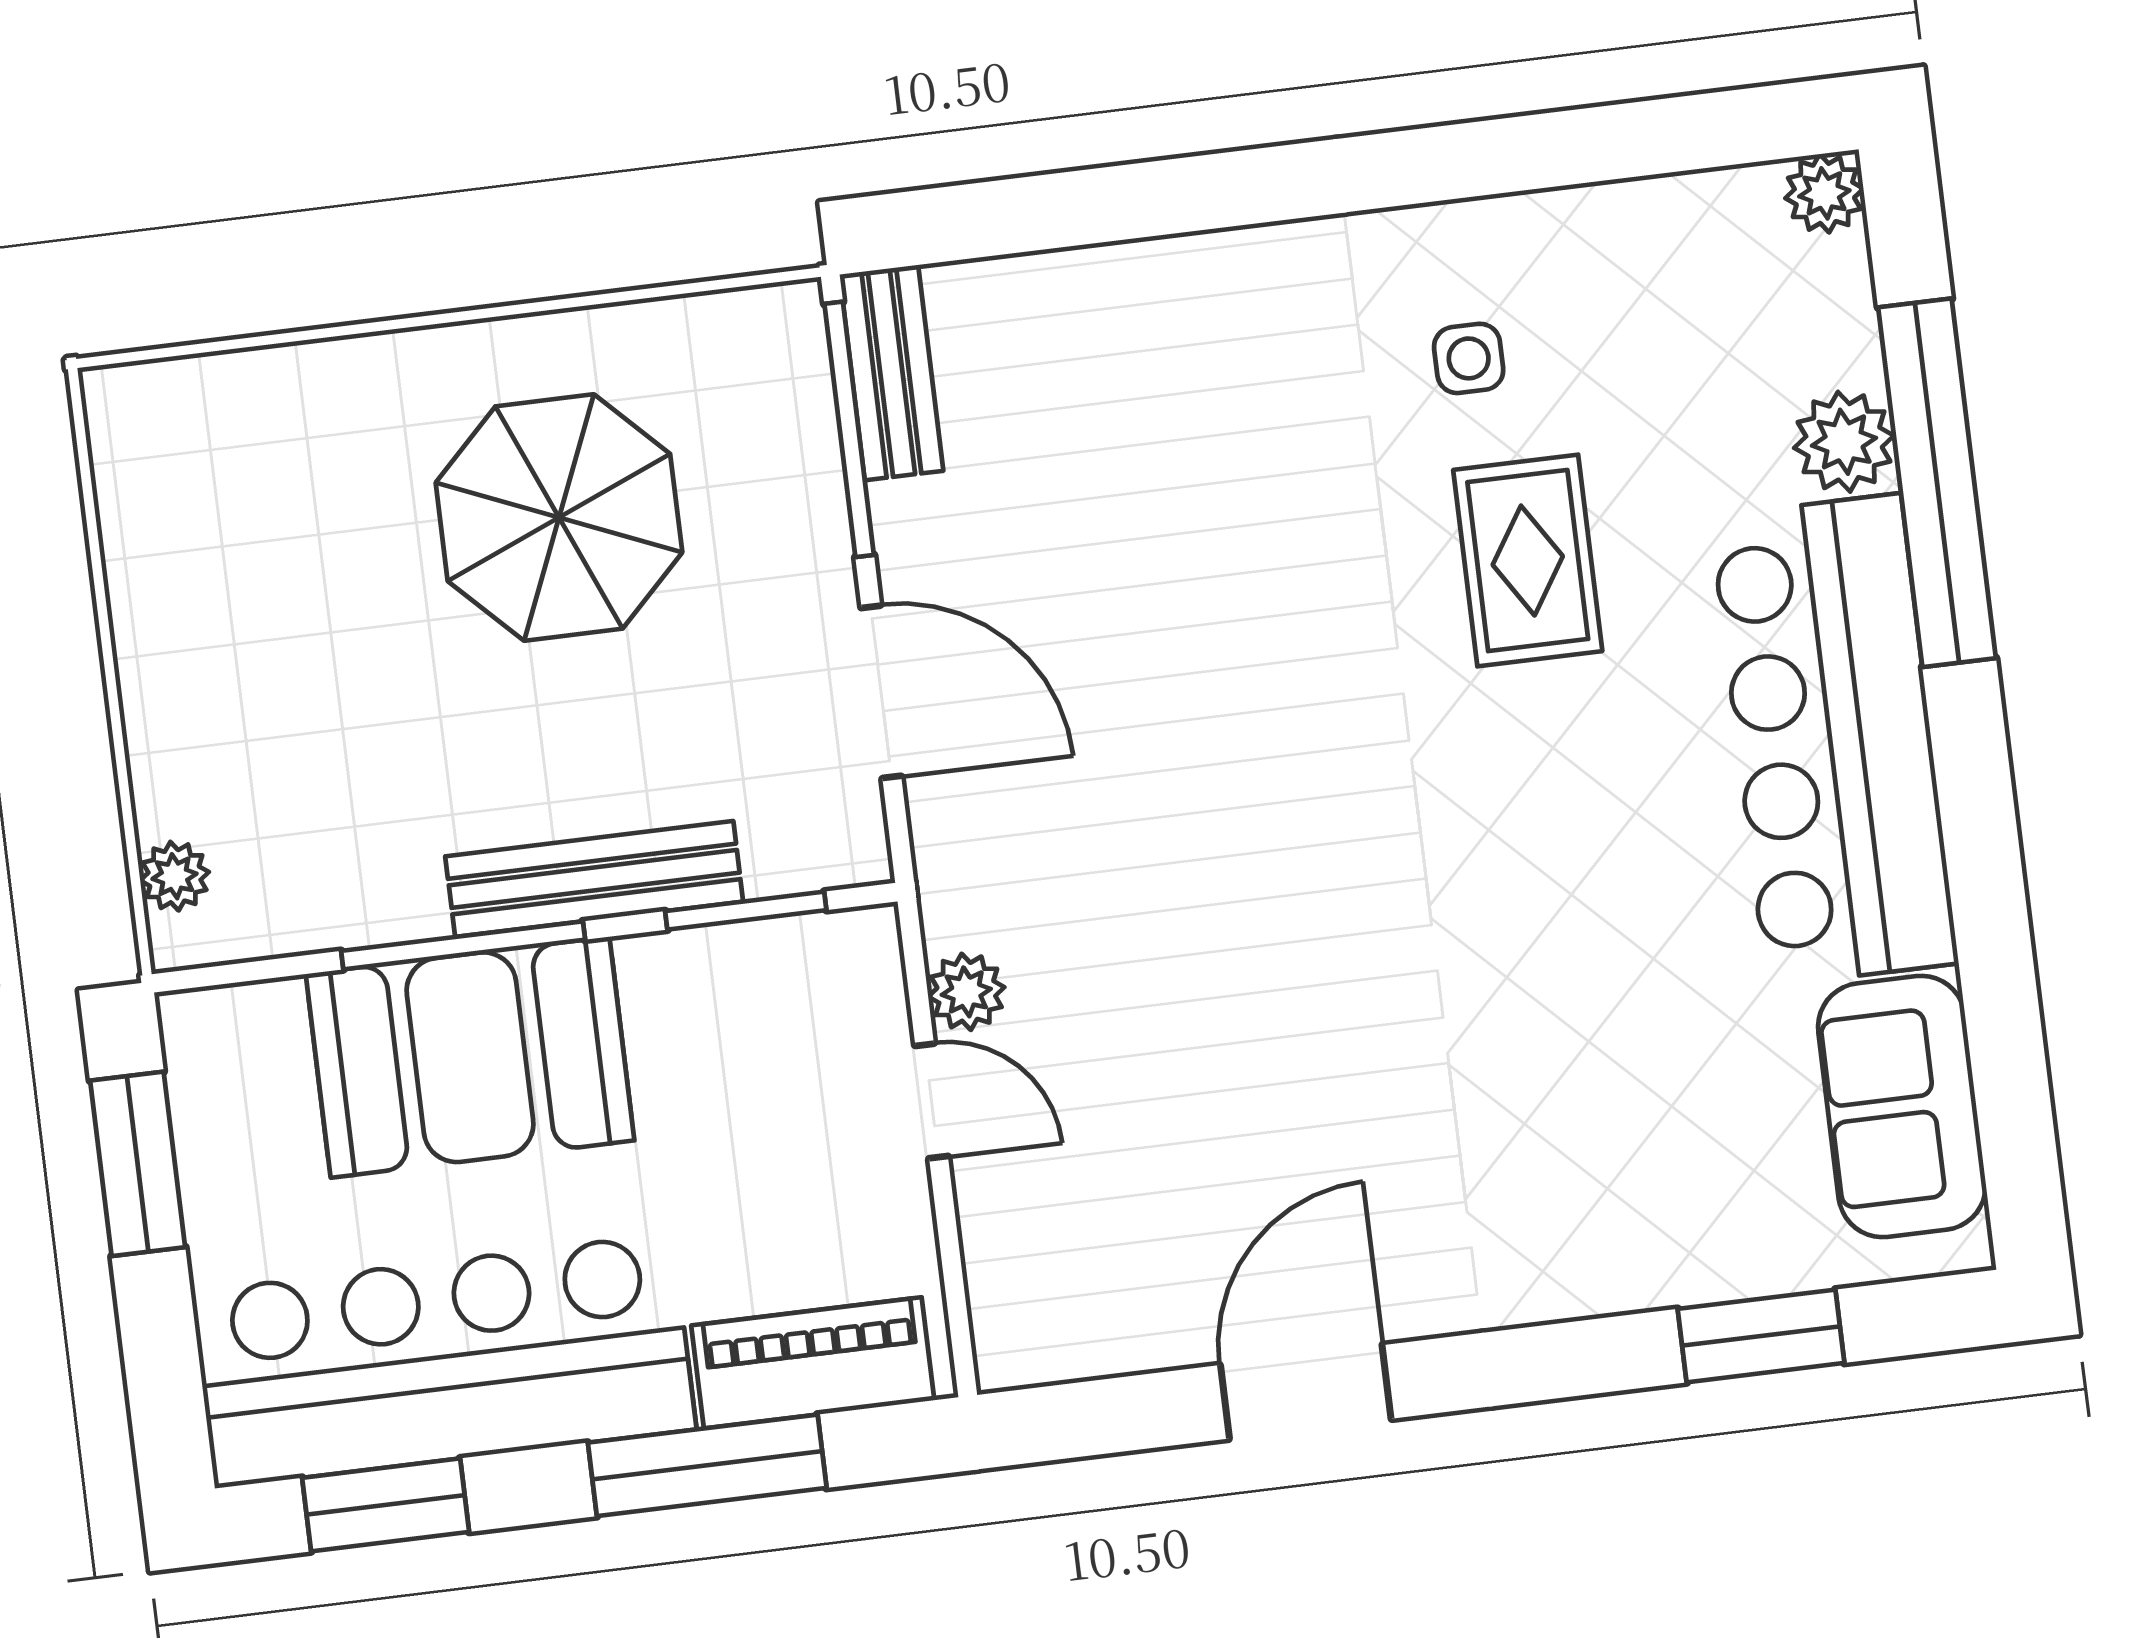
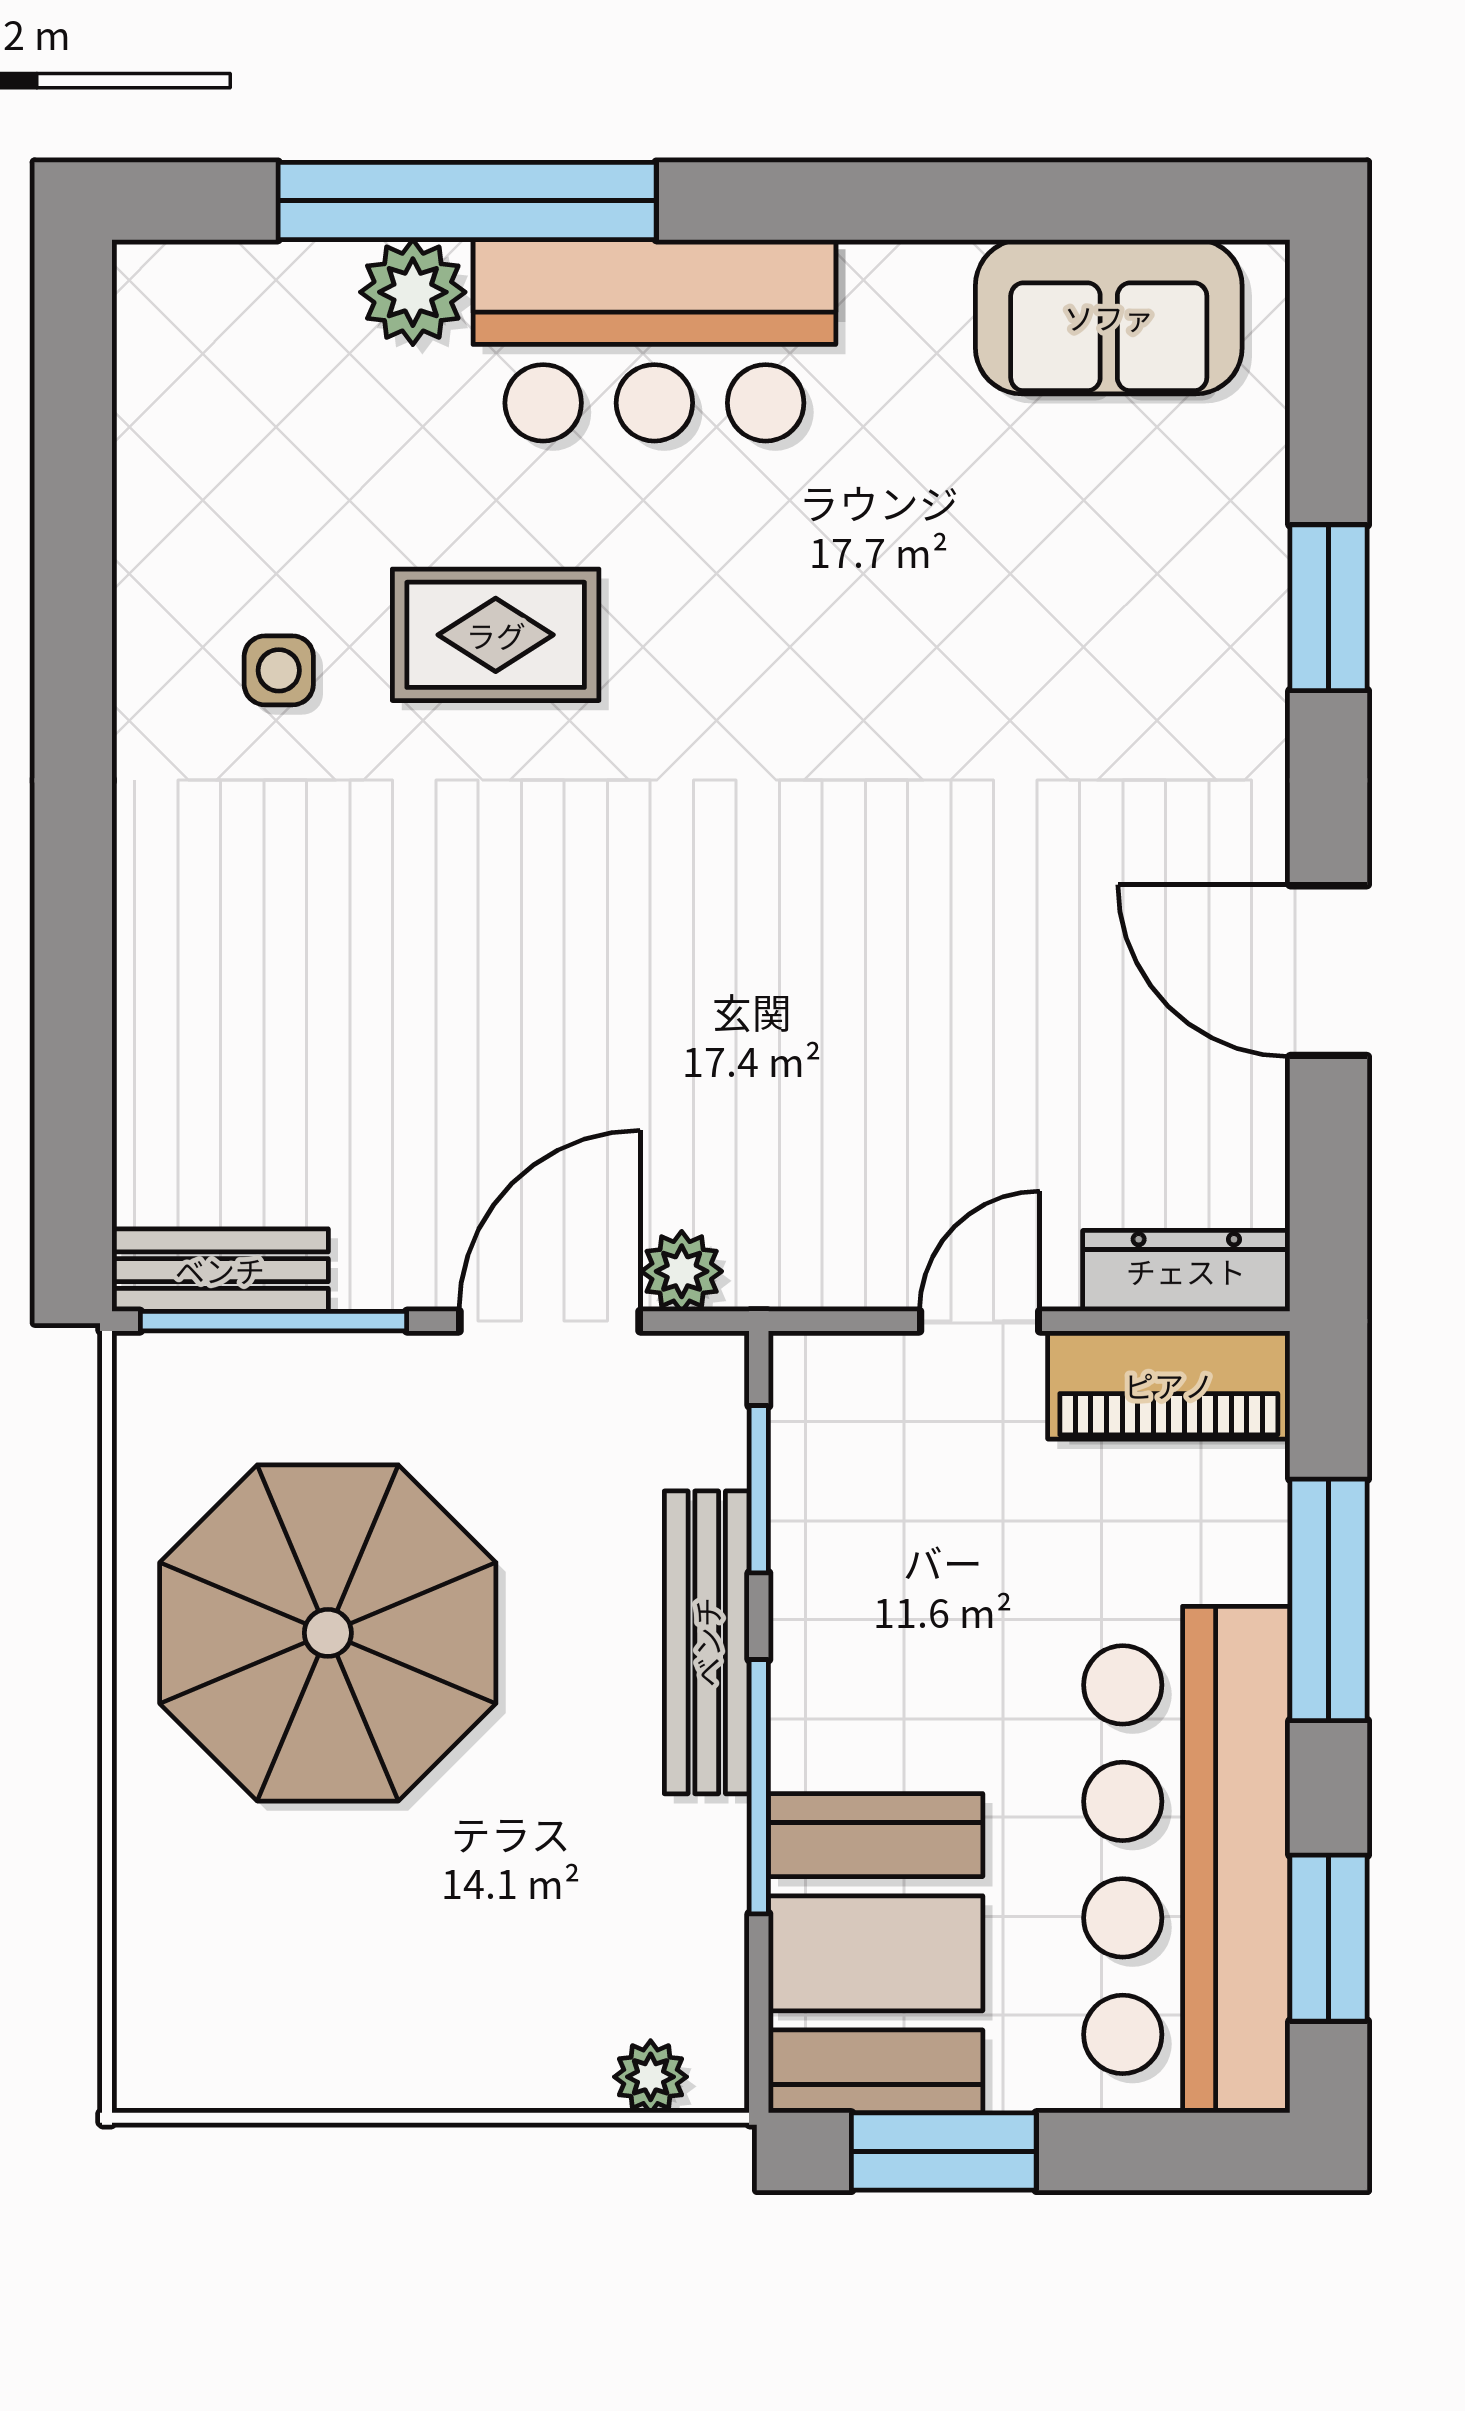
plant: (1824, 193) -> (153, 281), removed
parasol: (559, 518) -> (328, 1633), width x1.36, depth x1.36
bar counter: (1834, 740) -> (654, 340), width x0.73
plant: (966, 992) -> (682, 1271), moved
booth: (470, 1057) -> (876, 1953), moved
dresser: (1003, 1292) -> (1186, 1271), added
window: (1761, 1336) -> (1329, 608), moved
piano: (813, 1363) -> (1169, 1385), moved, turned -90

